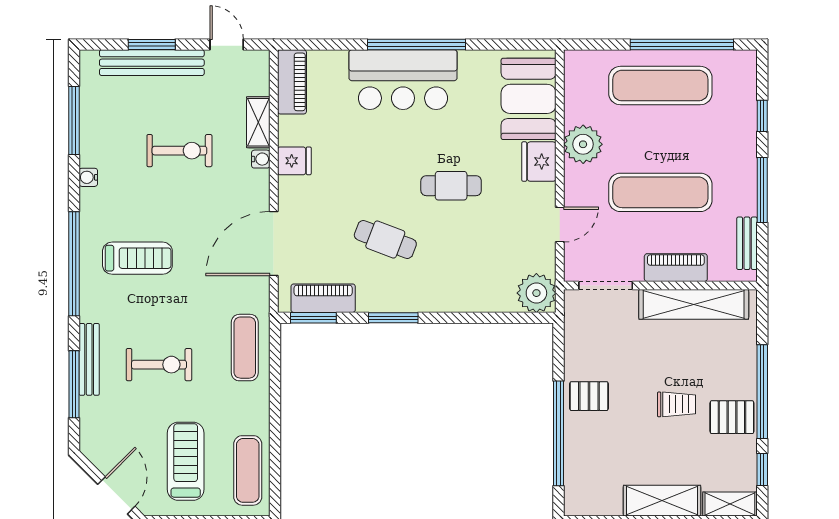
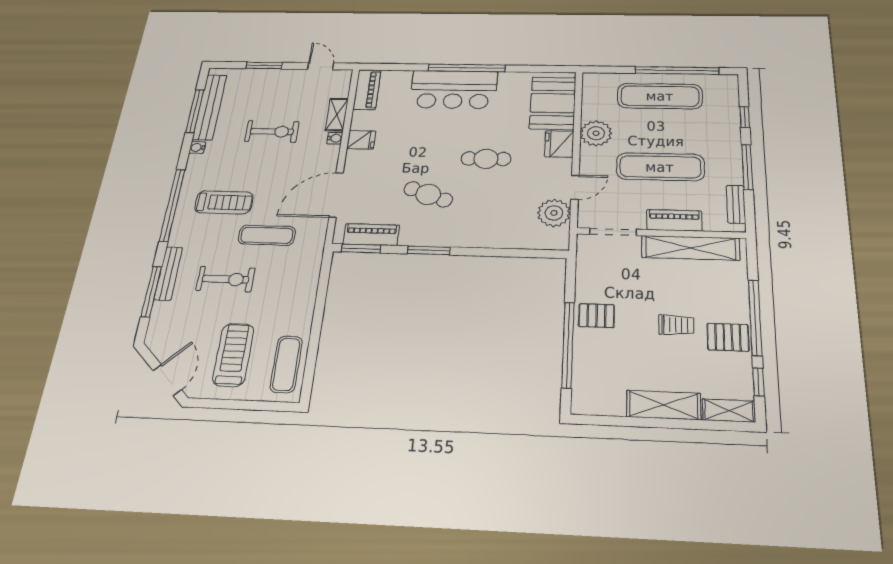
bench: (152, 63) -> (210, 107), moved, turned 90
plant: (536, 293) -> (554, 213), moved
exercise mat: (245, 348) -> (267, 235), moved, turned 90

